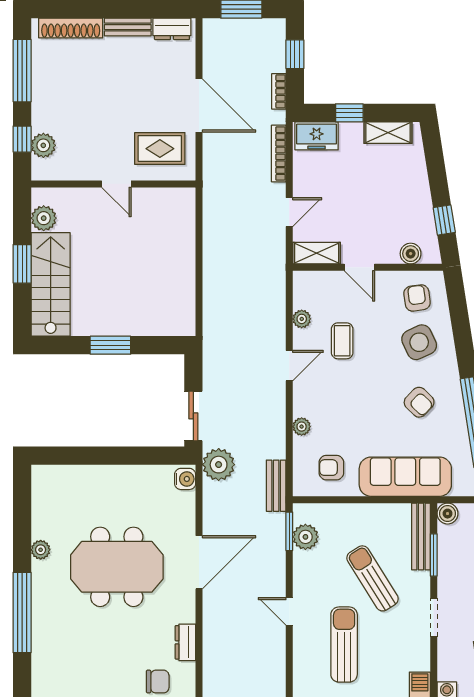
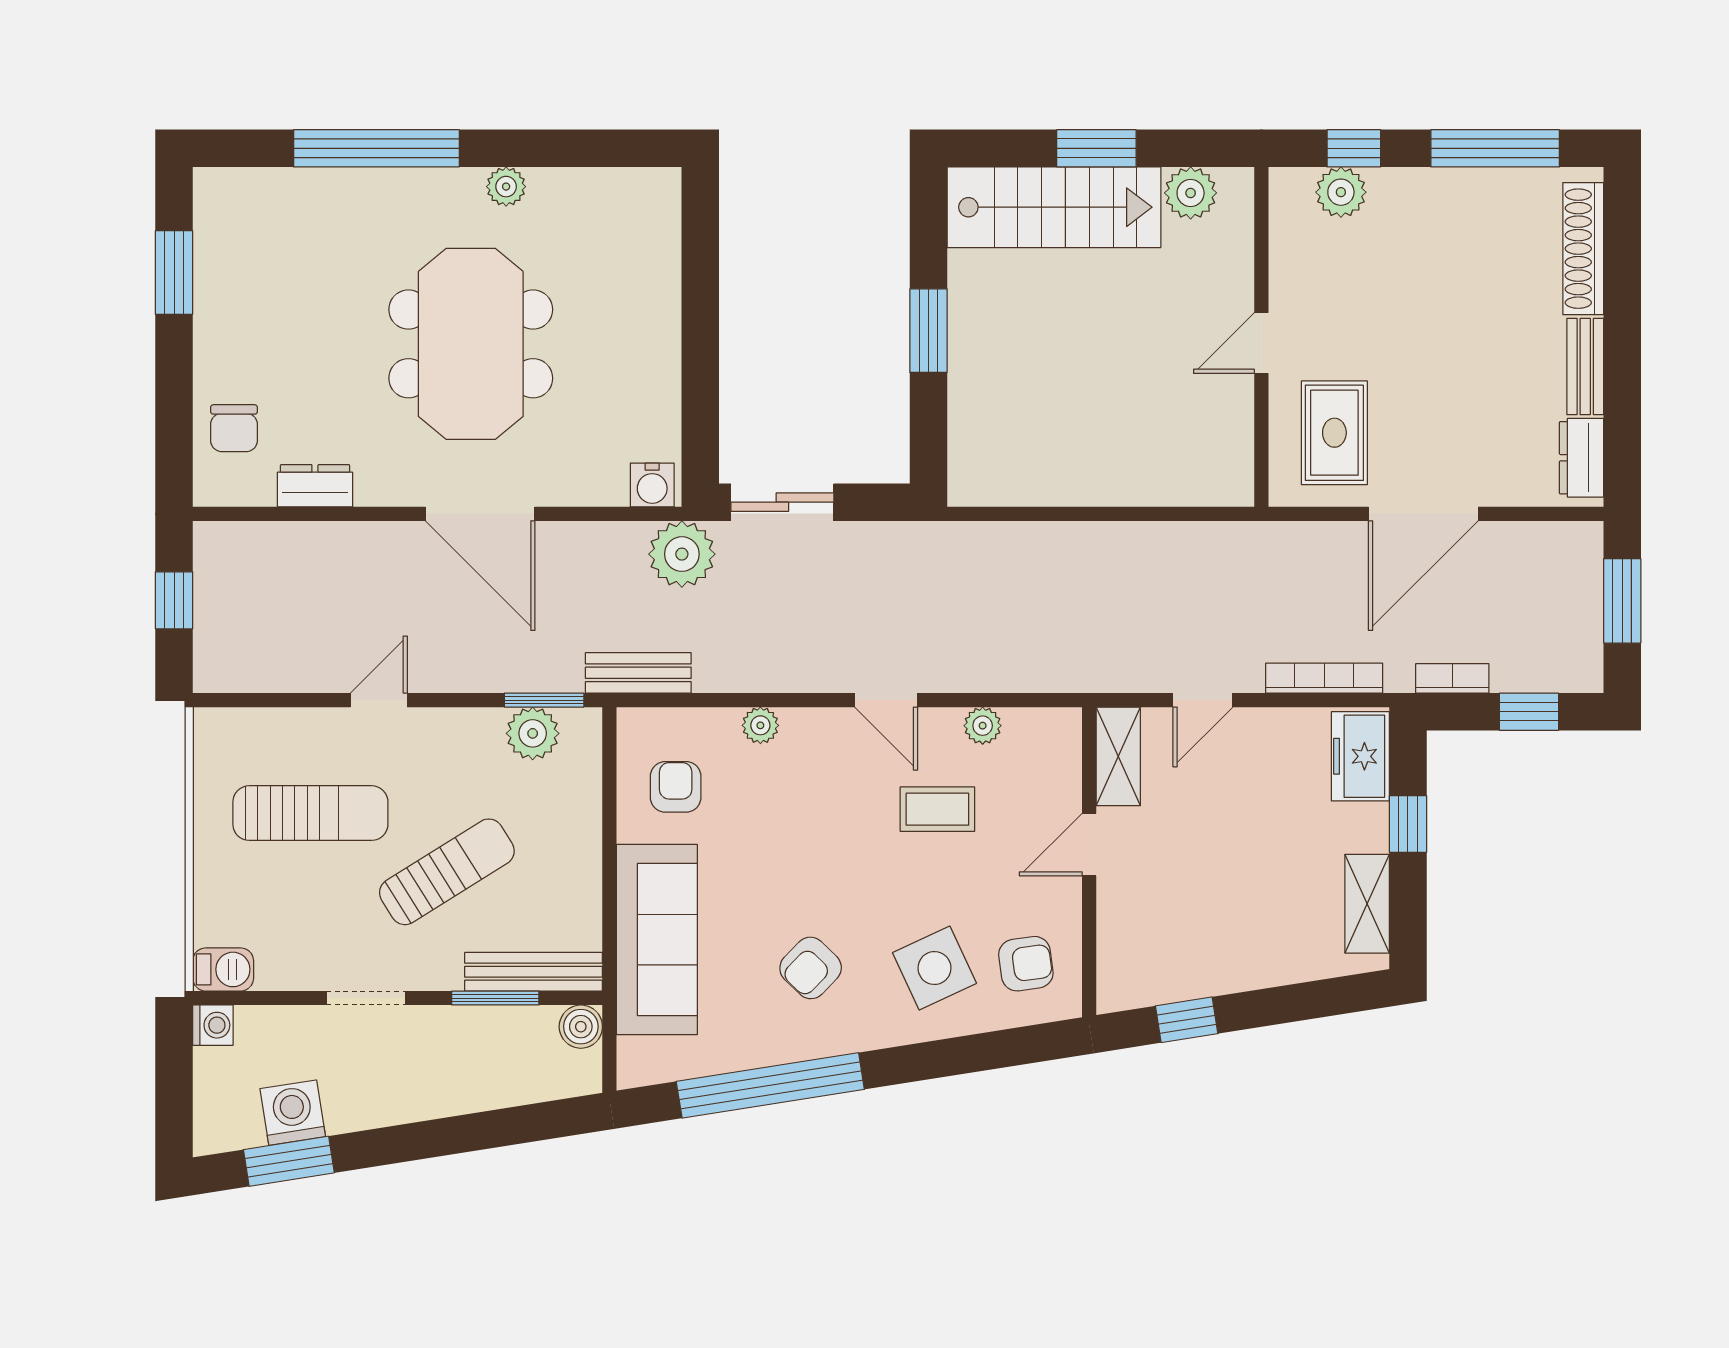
door: (289, 212) -> (1203, 700), hinge flipped
boiler: (411, 254) -> (1117, 950), removed

